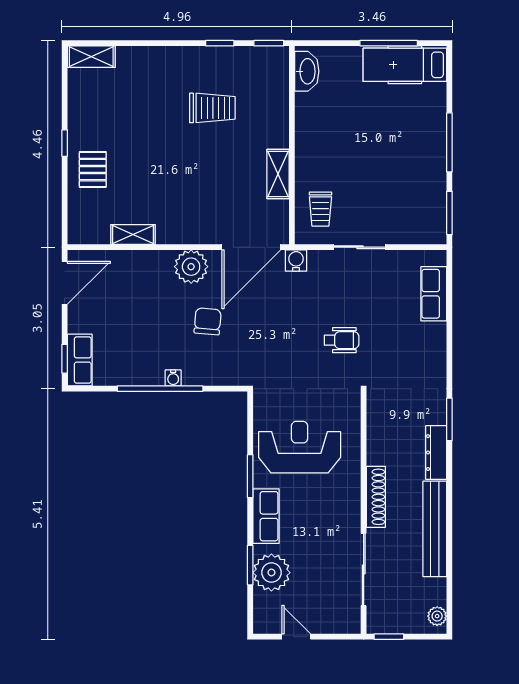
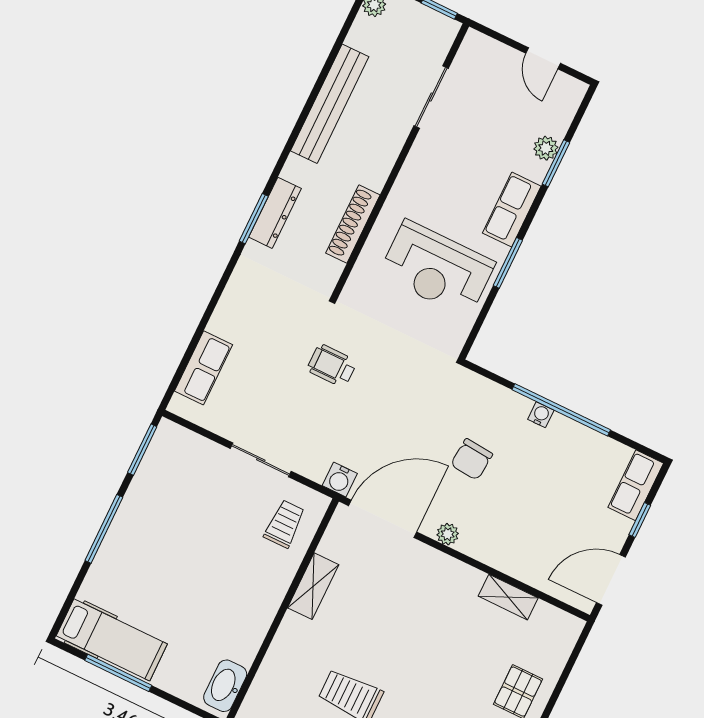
plant: (191, 267) -> (448, 534), width x0.53, depth x0.53
window: (65, 359) -> (640, 520), moved
dresser: (436, 453) -> (275, 213), moved
shoe rack: (376, 497) -> (353, 224), moved
sliding door: (364, 569) -> (431, 97), width x0.73
plant: (271, 573) -> (546, 148), width x0.53, depth x0.53

